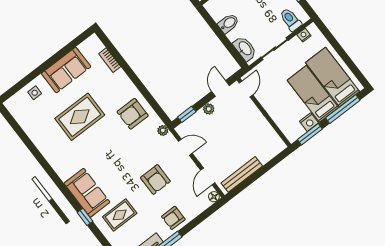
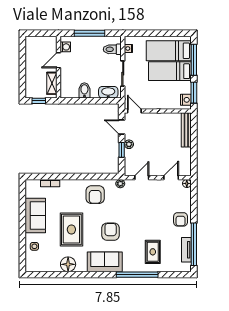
window: (187, 114) -> (122, 150), moved
nightstand: (309, 122) -> (186, 100), moved
floor lamp: (42, 140) -> (68, 264), added
bench: (242, 174) -> (186, 130), moved
door: (208, 177) -> (171, 178), swing flipped
armchair: (155, 179) -> (111, 232), moved, turned -90
sofa: (87, 193) -> (105, 262), moved
window: (85, 217) -> (137, 275), width x3.17

